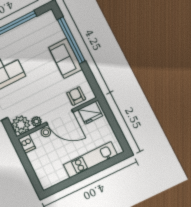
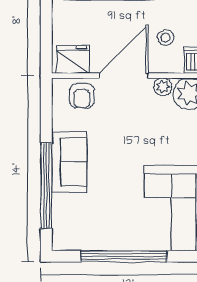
door: (60, 117) -> (124, 76), hinge flipped
stool: (46, 132) -> (166, 38), moved

